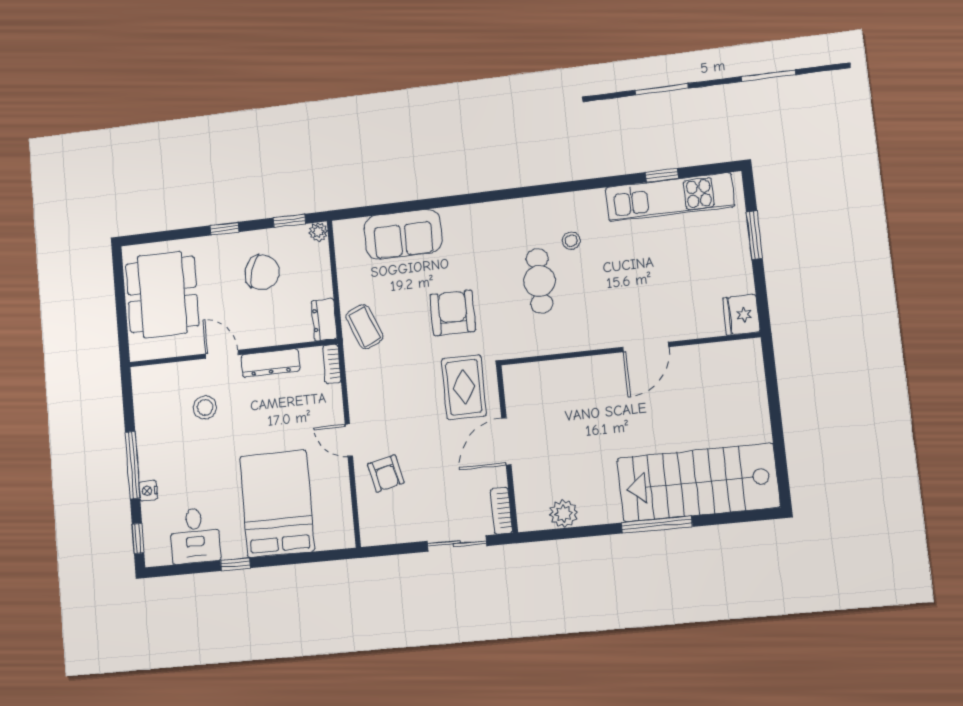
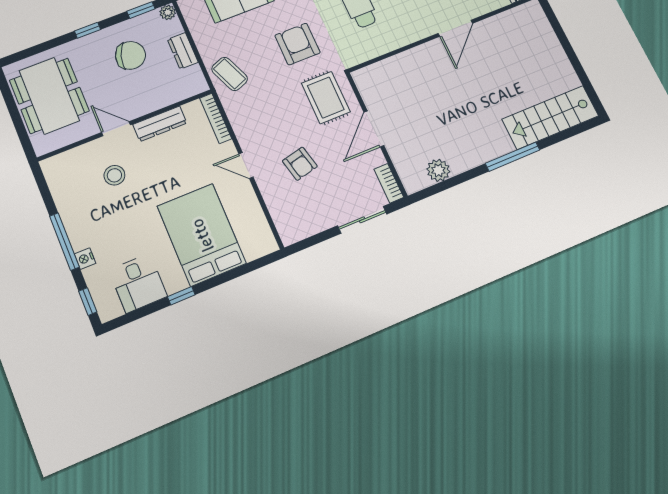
dresser: (324, 320) -> (183, 51), moved
bookcase: (332, 364) -> (216, 118), width x1.56
armchair: (386, 473) -> (300, 164), moved
stairs: (698, 483) -> (550, 117), width x0.73, depth x0.66

